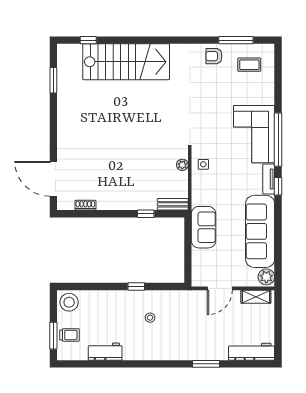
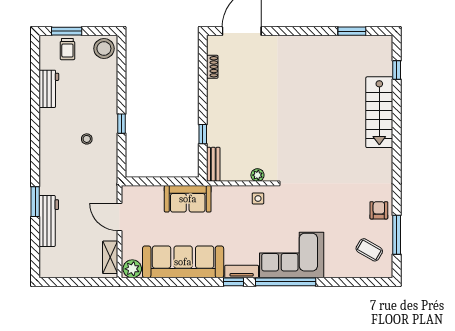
stairs: (126, 62) -> (379, 112), width x0.73, depth x0.66
coffee table: (249, 65) -> (369, 250), turned -60
workbench: (252, 352) -> (49, 221), moved

